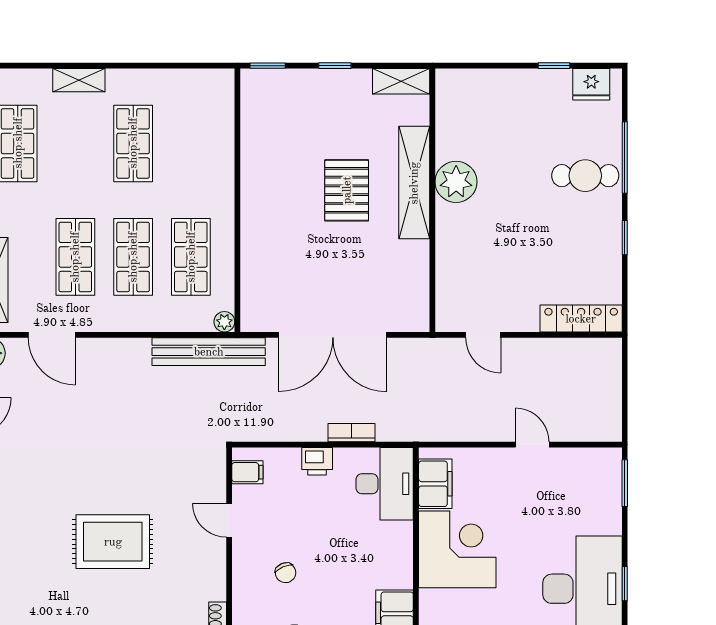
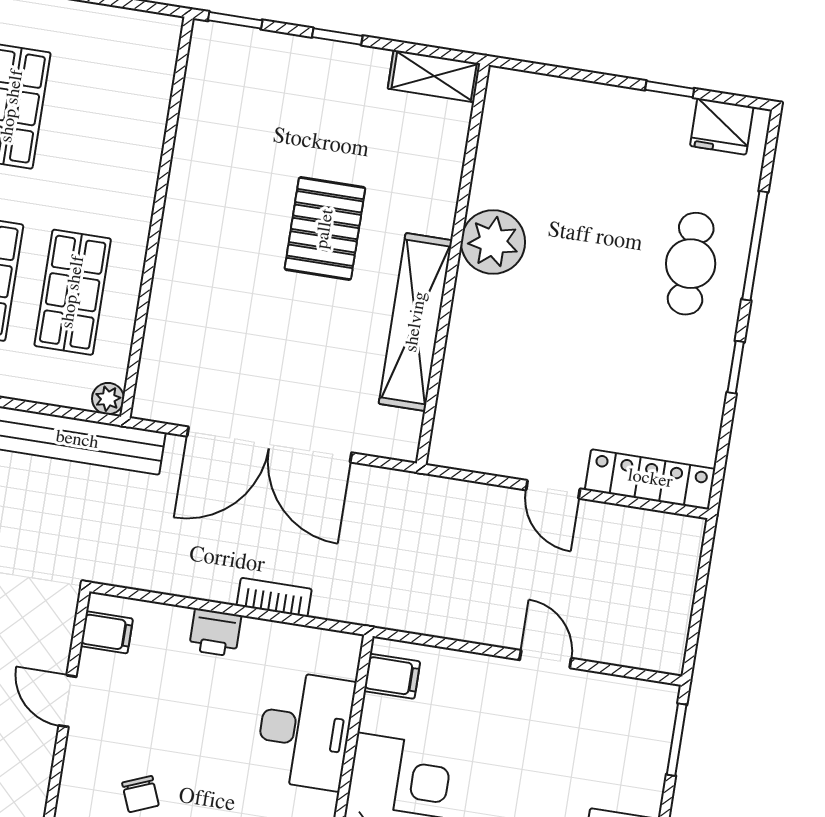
cafe table: (585, 176) -> (691, 264), turned 90
shelving: (414, 183) -> (416, 322), moved
door: (483, 335) -> (553, 489), moved
desk: (385, 484) -> (305, 730), moved
filing cabinet: (435, 484) -> (392, 676), width x0.50

